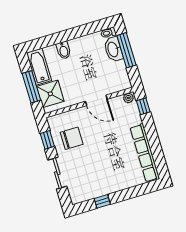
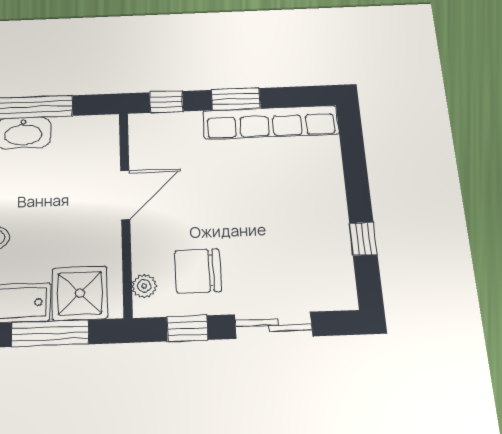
plant: (128, 98) -> (144, 286), moved
window: (152, 136) -> (236, 99), added
chair: (72, 138) -> (198, 271), turned -90

